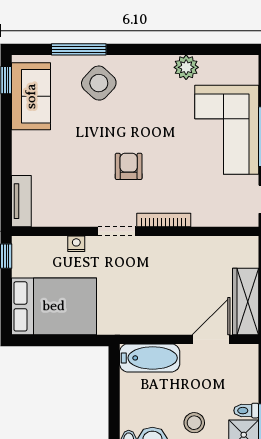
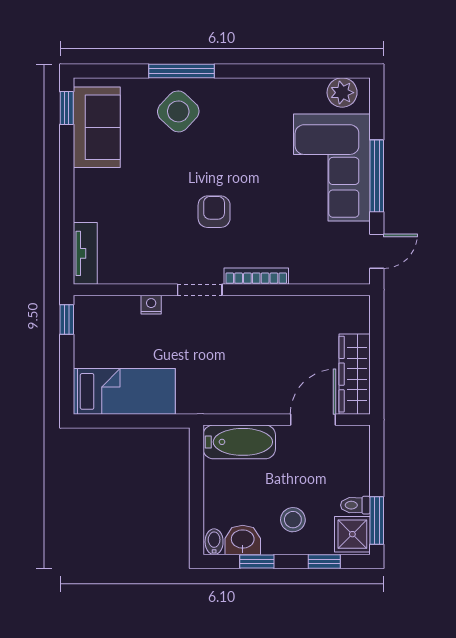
window: (79, 49) -> (182, 71), moved
plant: (186, 67) -> (342, 93), moved
bed: (54, 306) -> (124, 391), width x0.67

